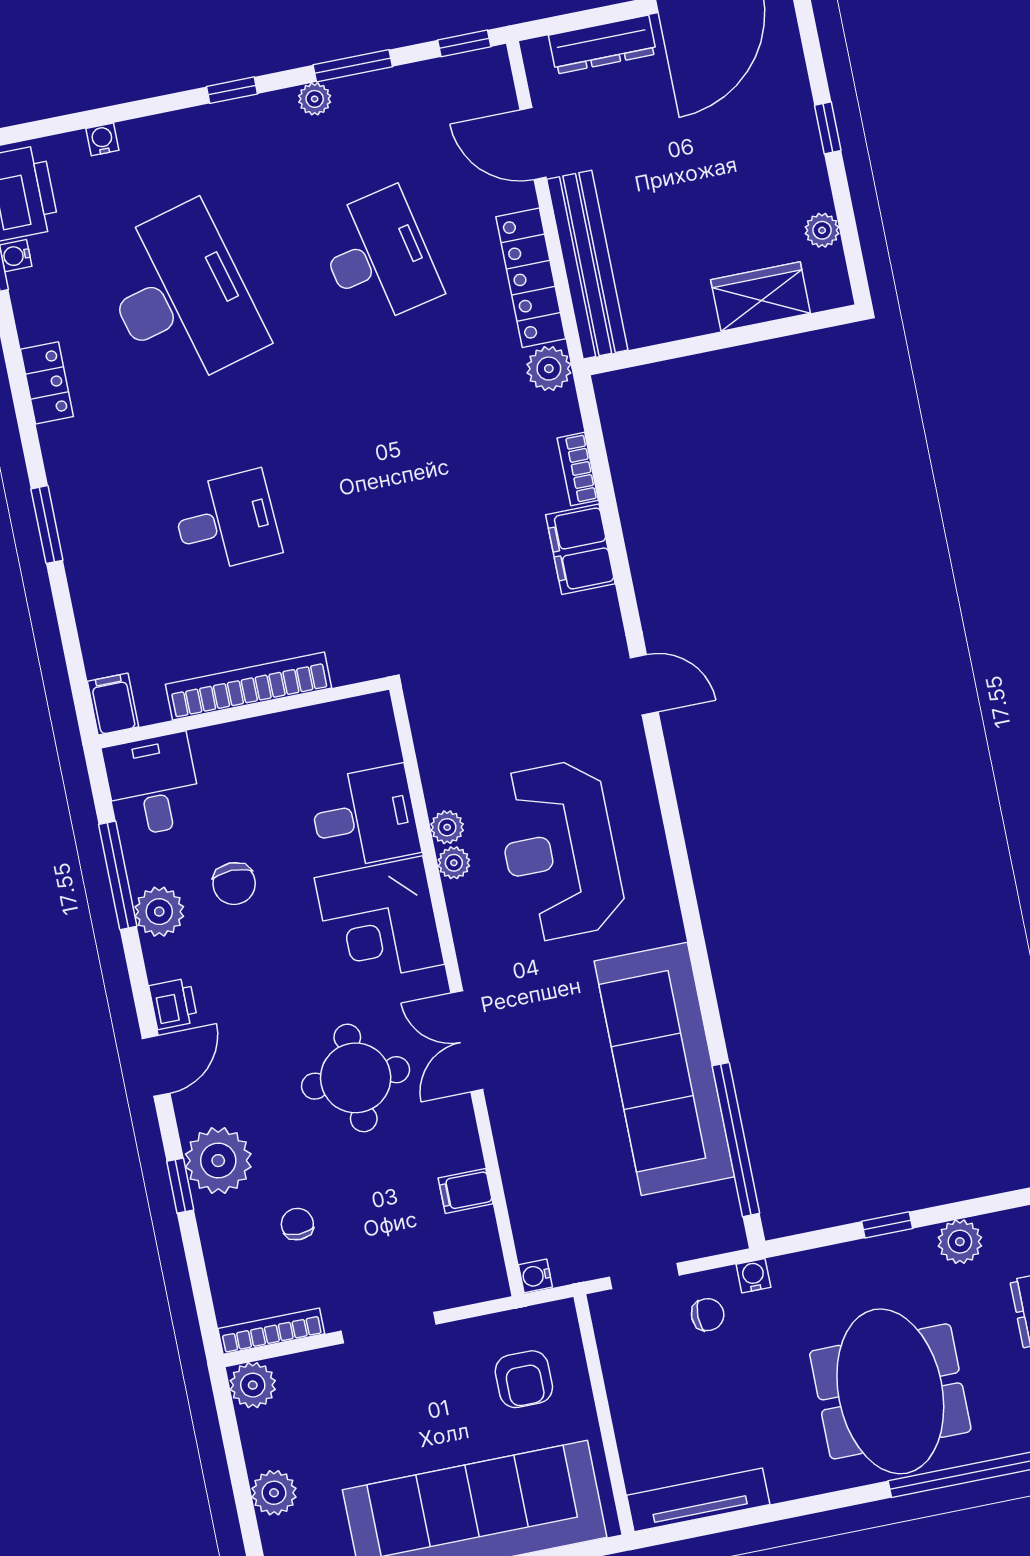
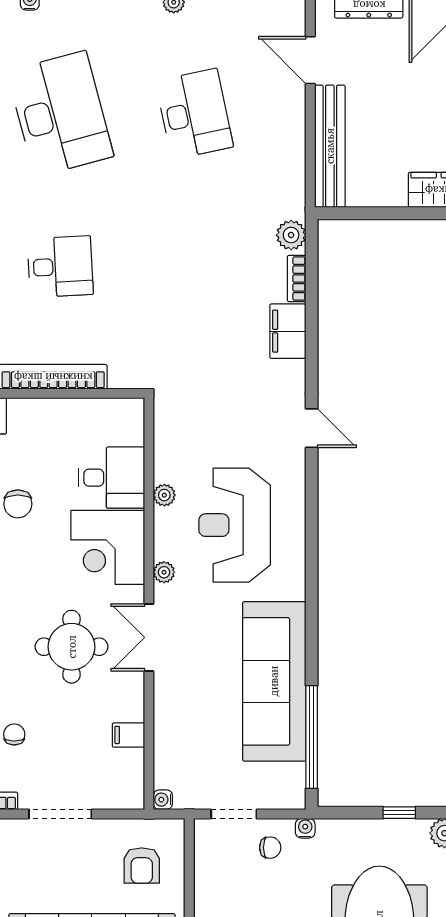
locker: (531, 278) -> (291, 147), removed
plant: (549, 369) -> (291, 235), moved
plant: (454, 863) -> (164, 572), moved

